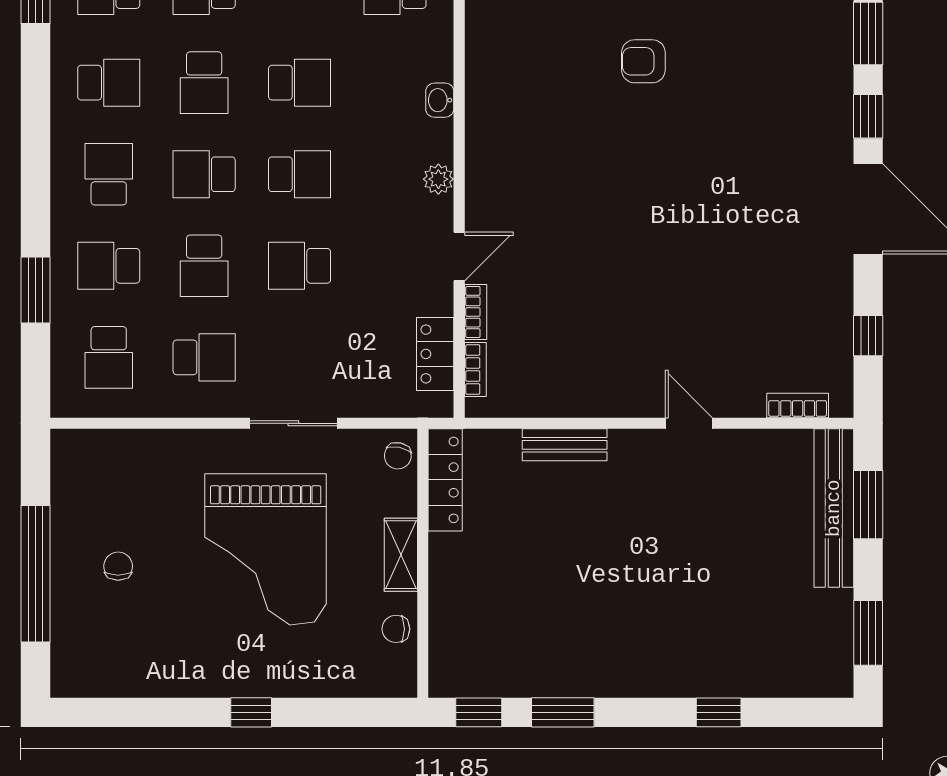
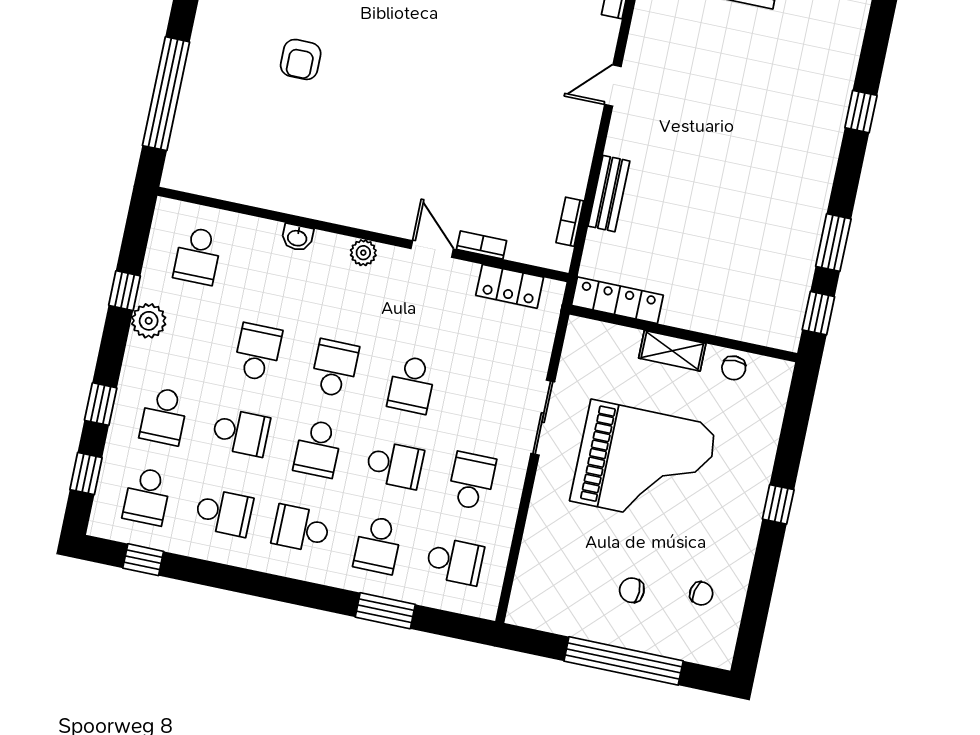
school desk: (109, 83) -> (224, 513), turned 90
bookcase: (475, 370) -> (570, 222), moved, turned -90
chair: (398, 456) -> (701, 593), moved

